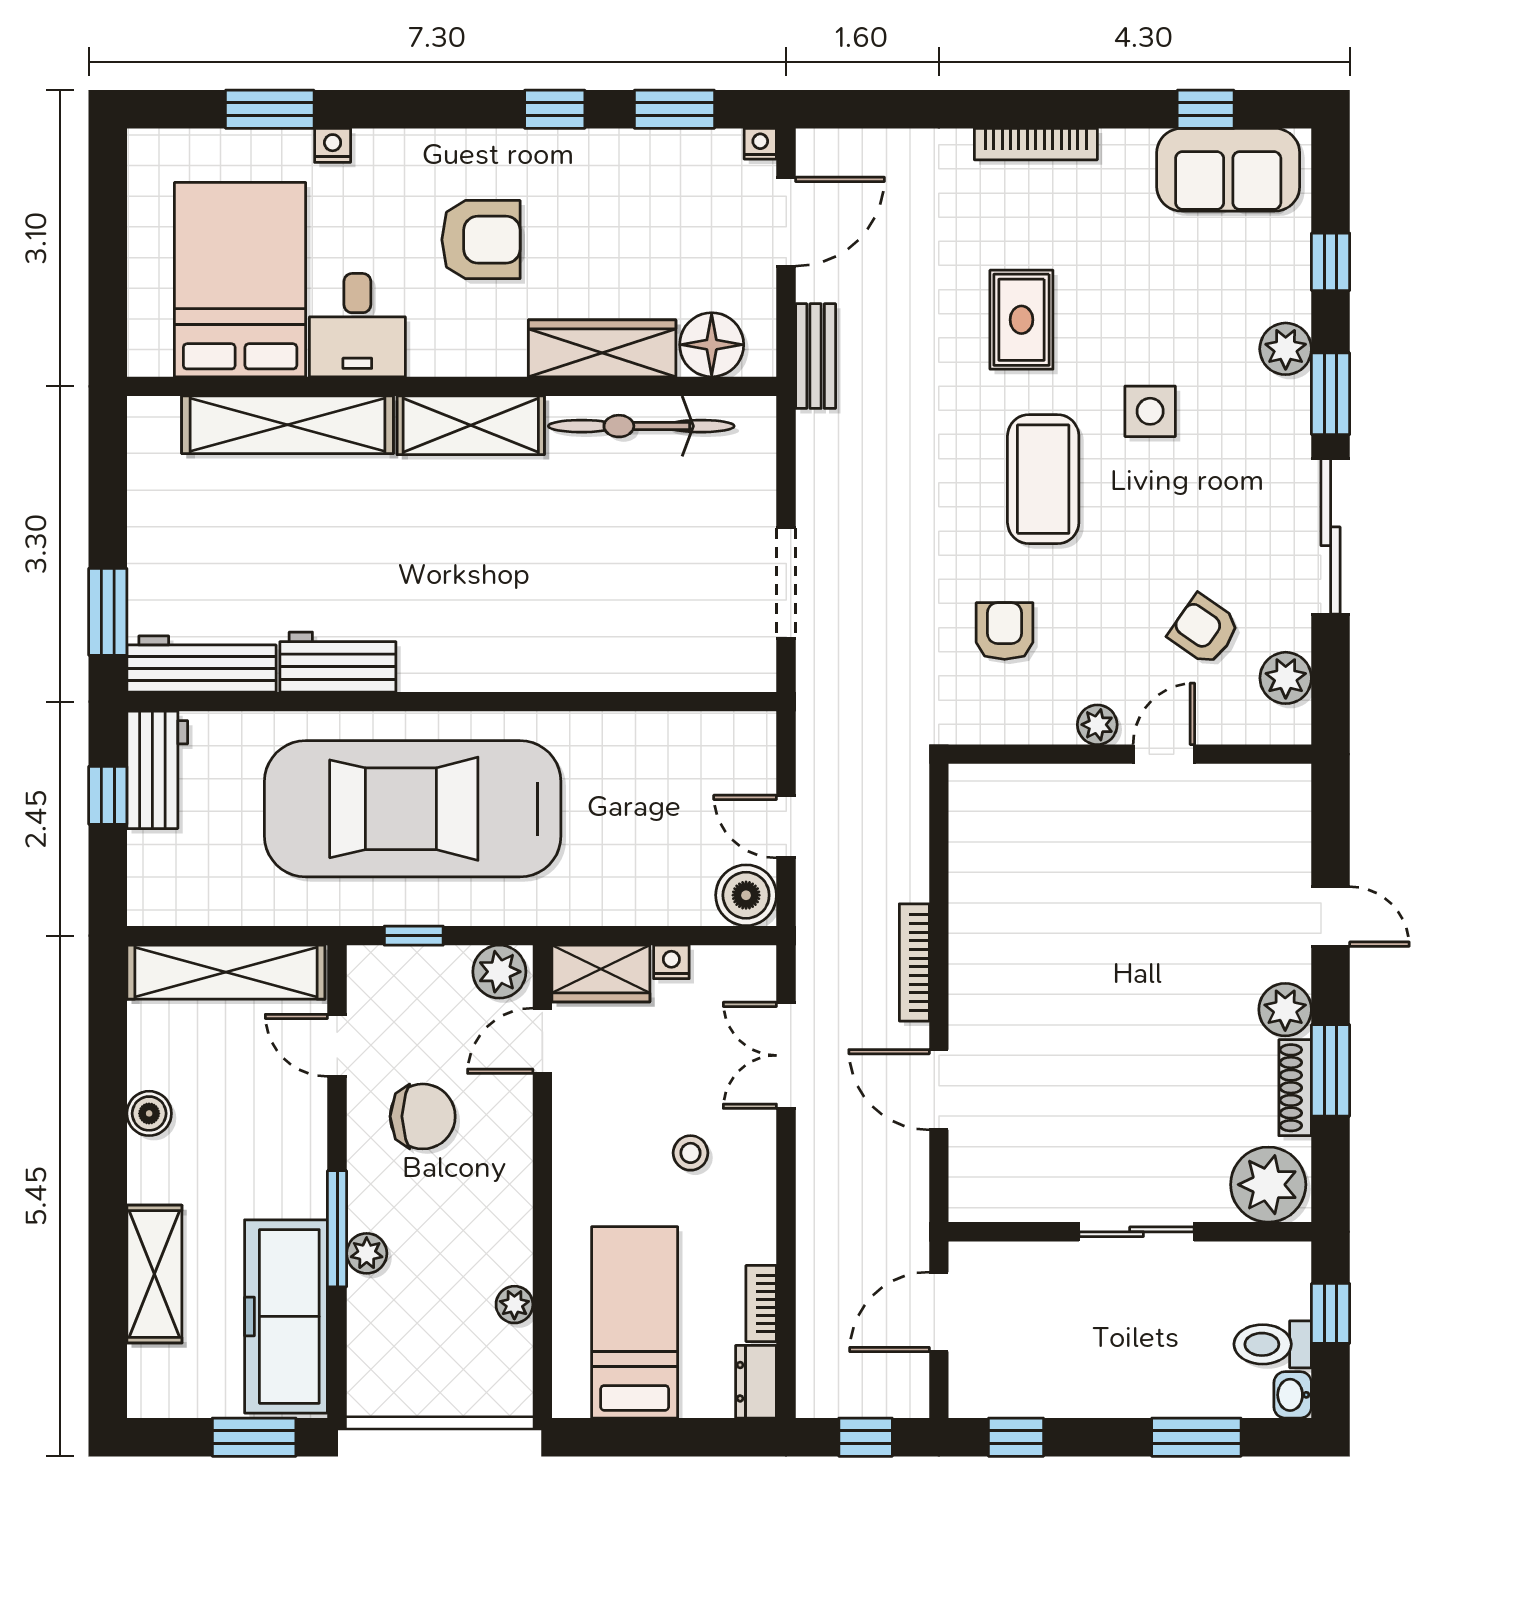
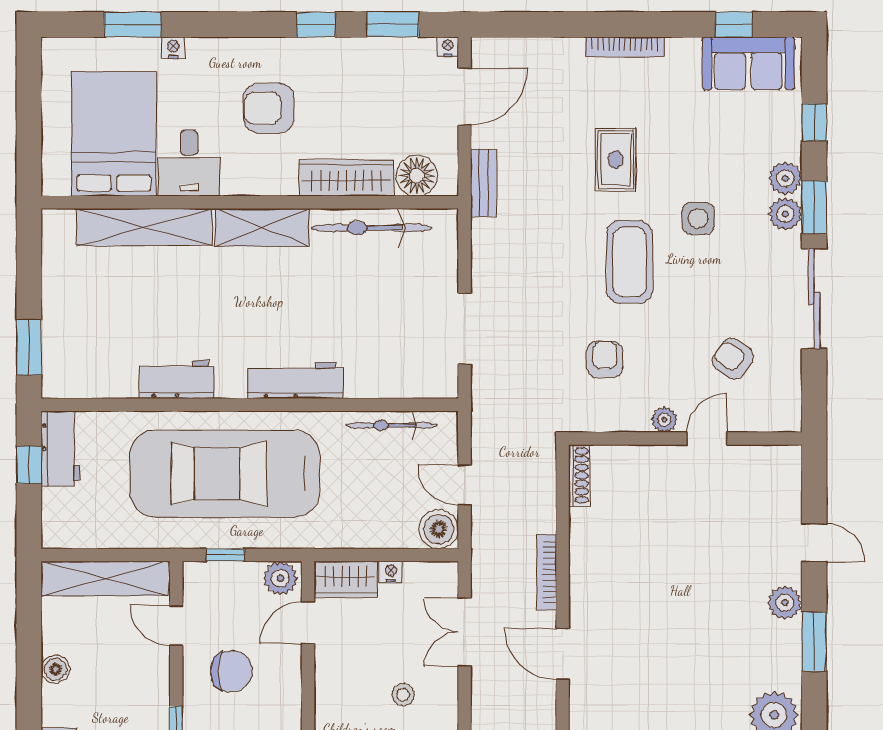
armchair: (481, 240) -> (269, 108), turned 180
workbench: (201, 664) -> (295, 381), moved
plant: (1286, 678) -> (785, 214), moved
bicycle: (673, 734) -> (392, 425), added
shoe rack: (1295, 1088) -> (579, 475), moved, turned 180

